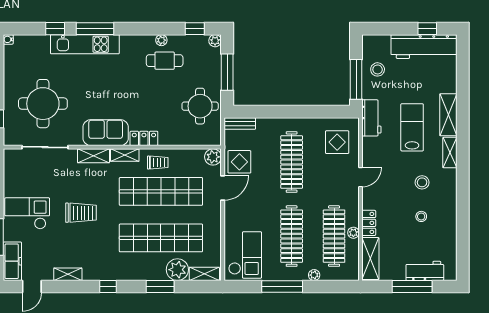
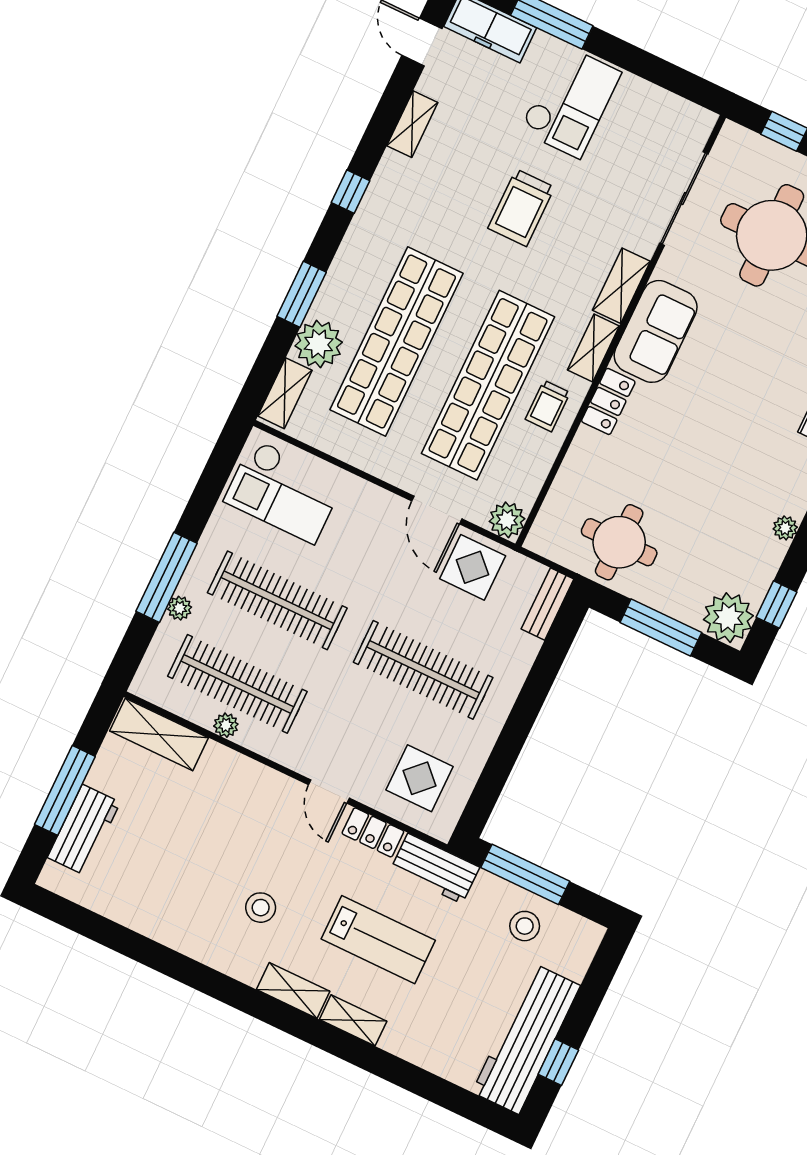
plant: (215, 41) -> (728, 618), width x1.88, depth x1.88
cafe table: (165, 61) -> (742, 515), removed
shelving: (448, 115) -> (353, 1020), width x0.67, depth x0.75
stool: (421, 216) -> (194, 874), removed
locker: (369, 223) -> (373, 832), moved
window: (282, 286) -> (167, 577), moved

